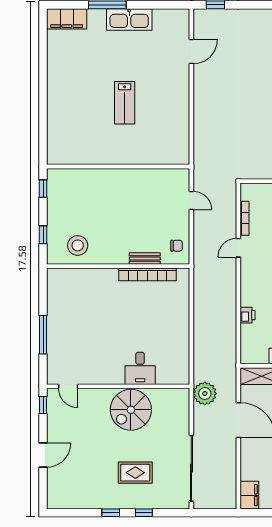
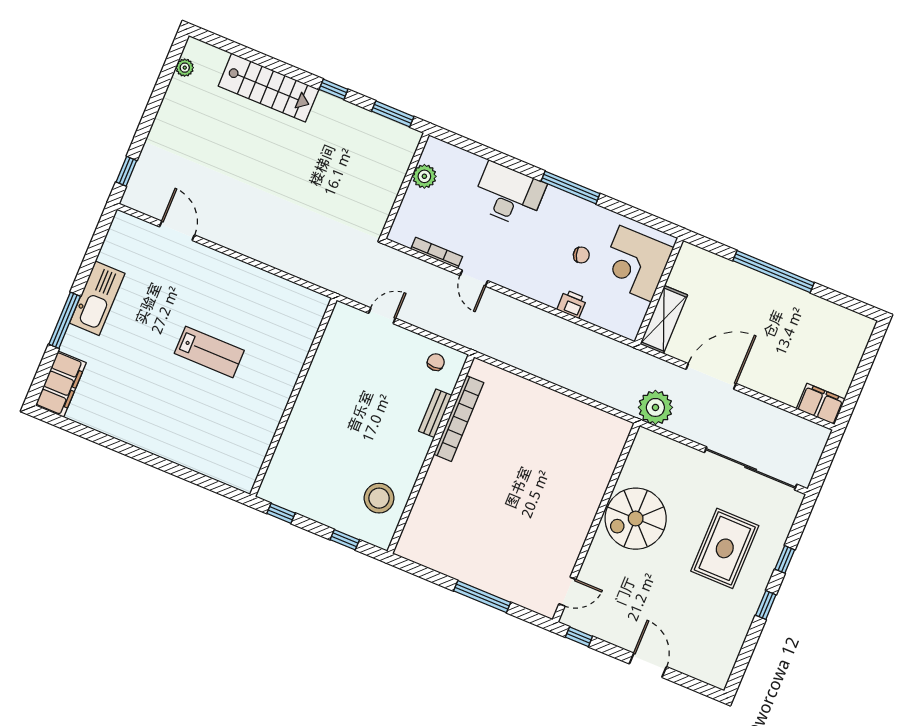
desk: (140, 368) -> (584, 482), removed
spiral stairs: (131, 410) -> (636, 519), turned 90
rug: (135, 473) -> (725, 548), width x1.36, depth x1.43

